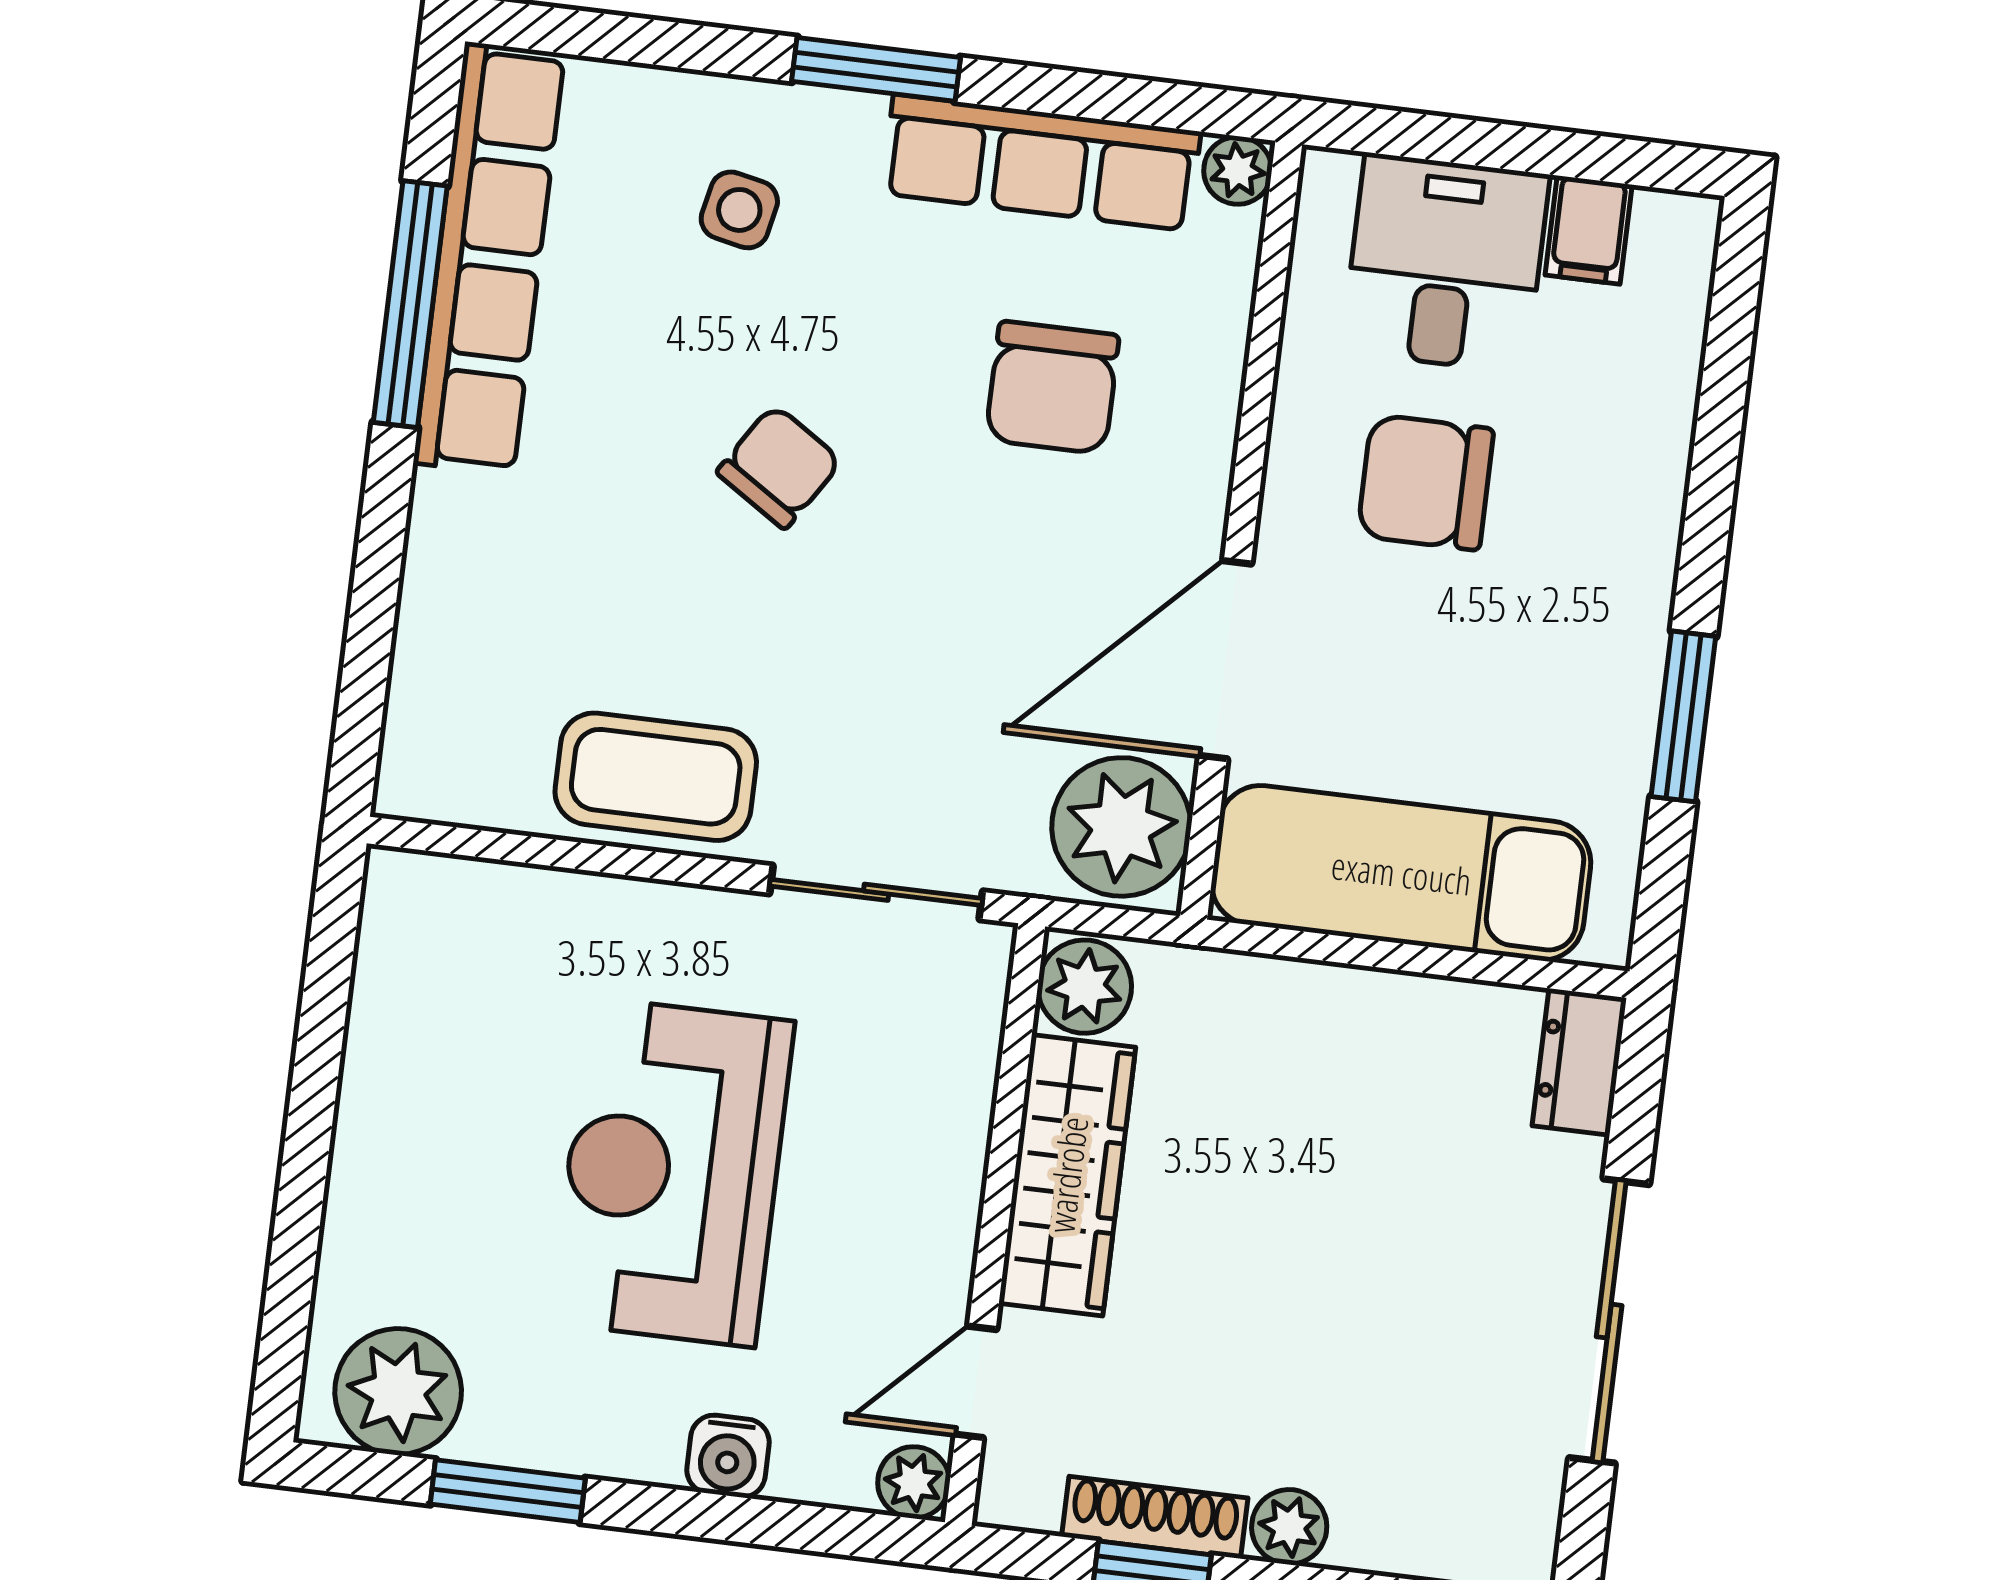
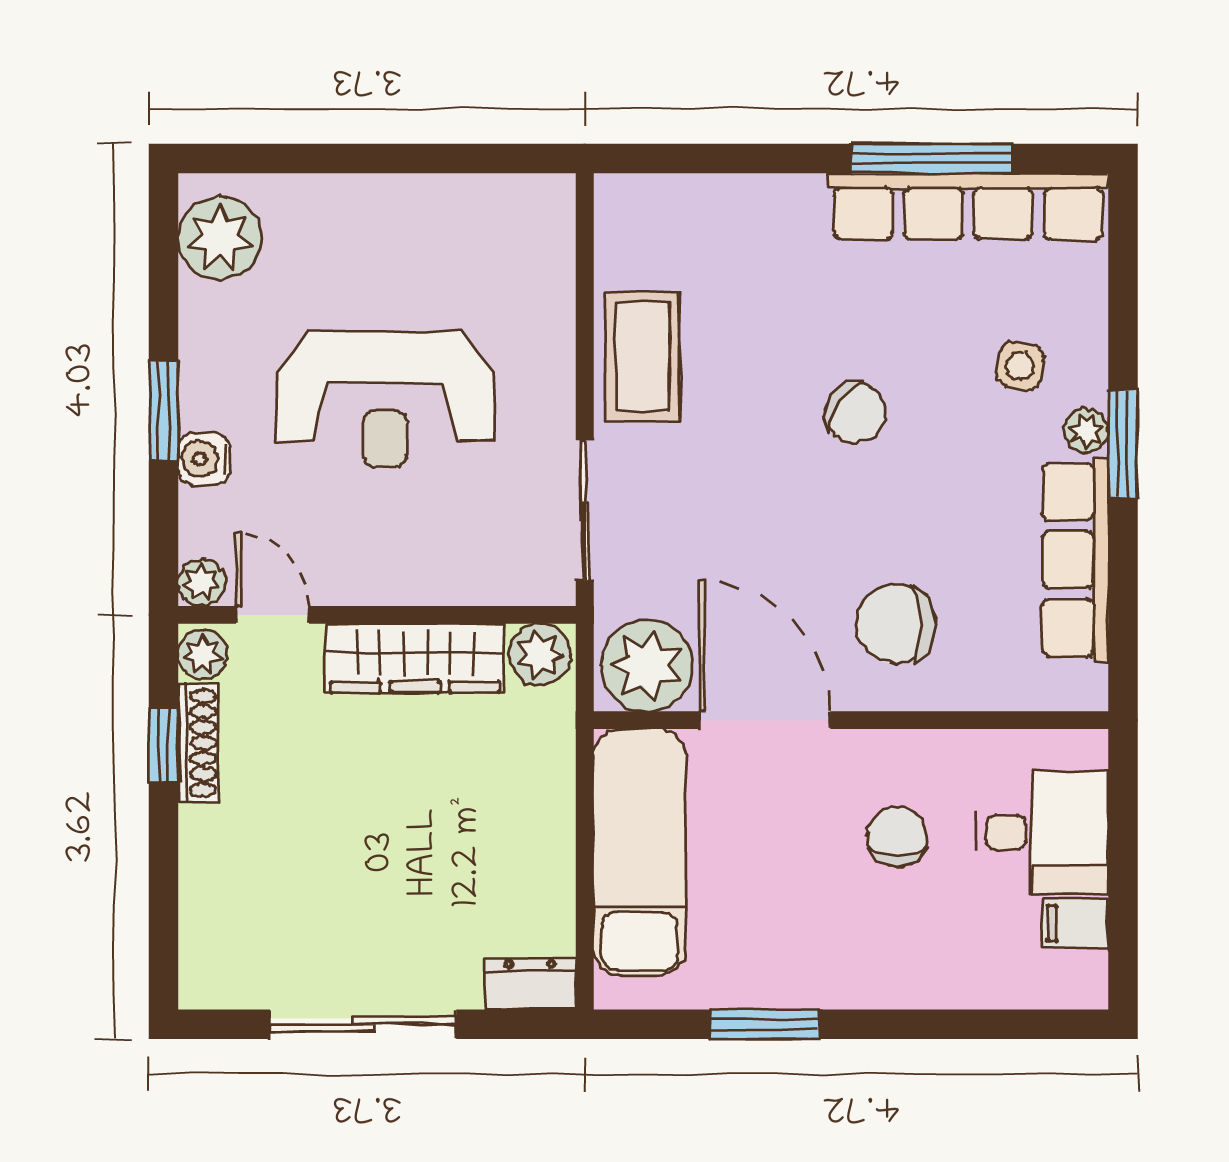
plant: (1238, 170) -> (1086, 431), moved
chair: (1052, 388) -> (896, 624), moved
chair: (1425, 482) -> (897, 837), width x0.73, depth x0.73
reception desk: (672, 1172) -> (385, 399), turned 180
window: (508, 1491) -> (163, 410), moved
plant: (1289, 1527) -> (203, 654), moved

